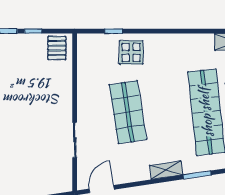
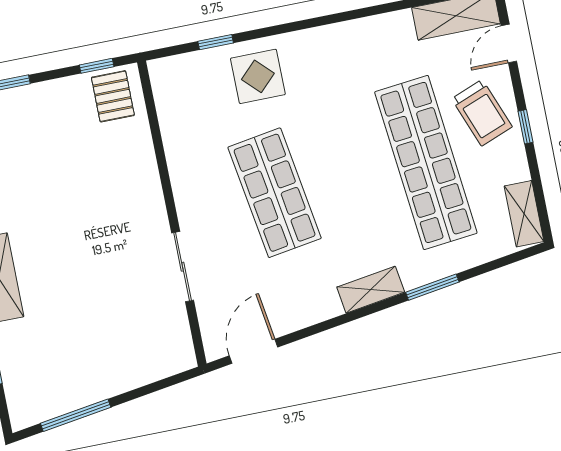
window: (33, 31) -> (97, 66), moved

